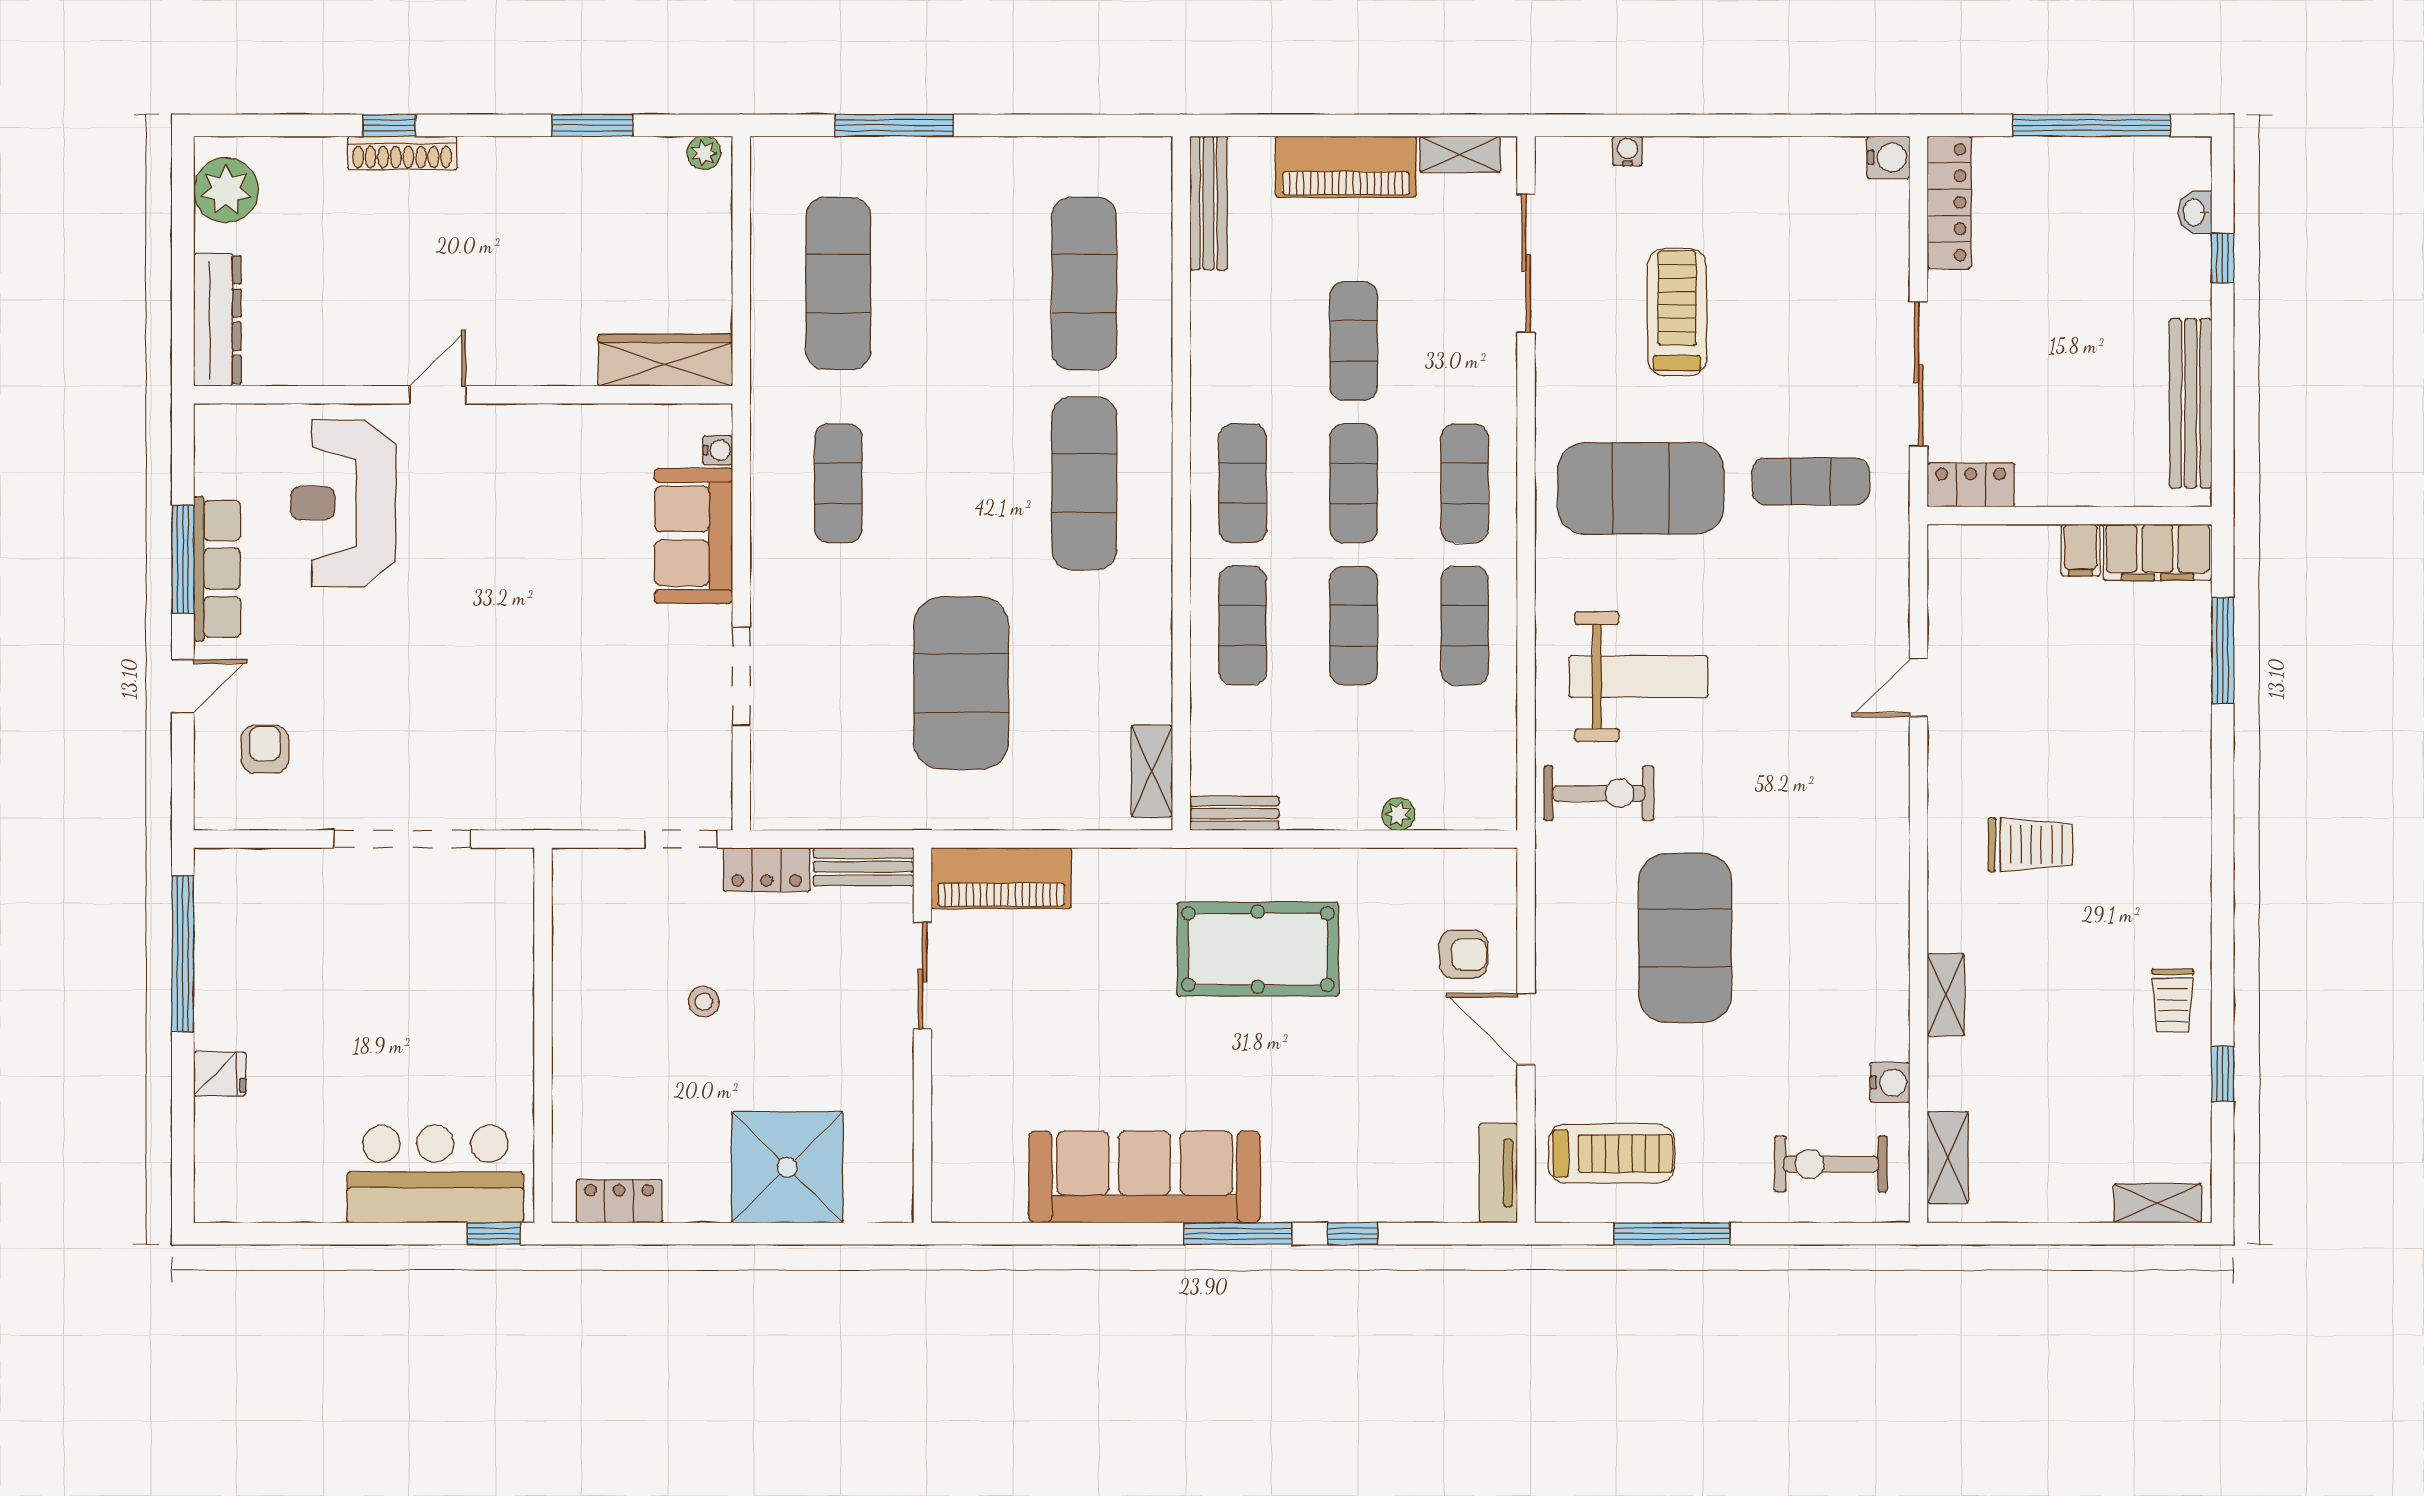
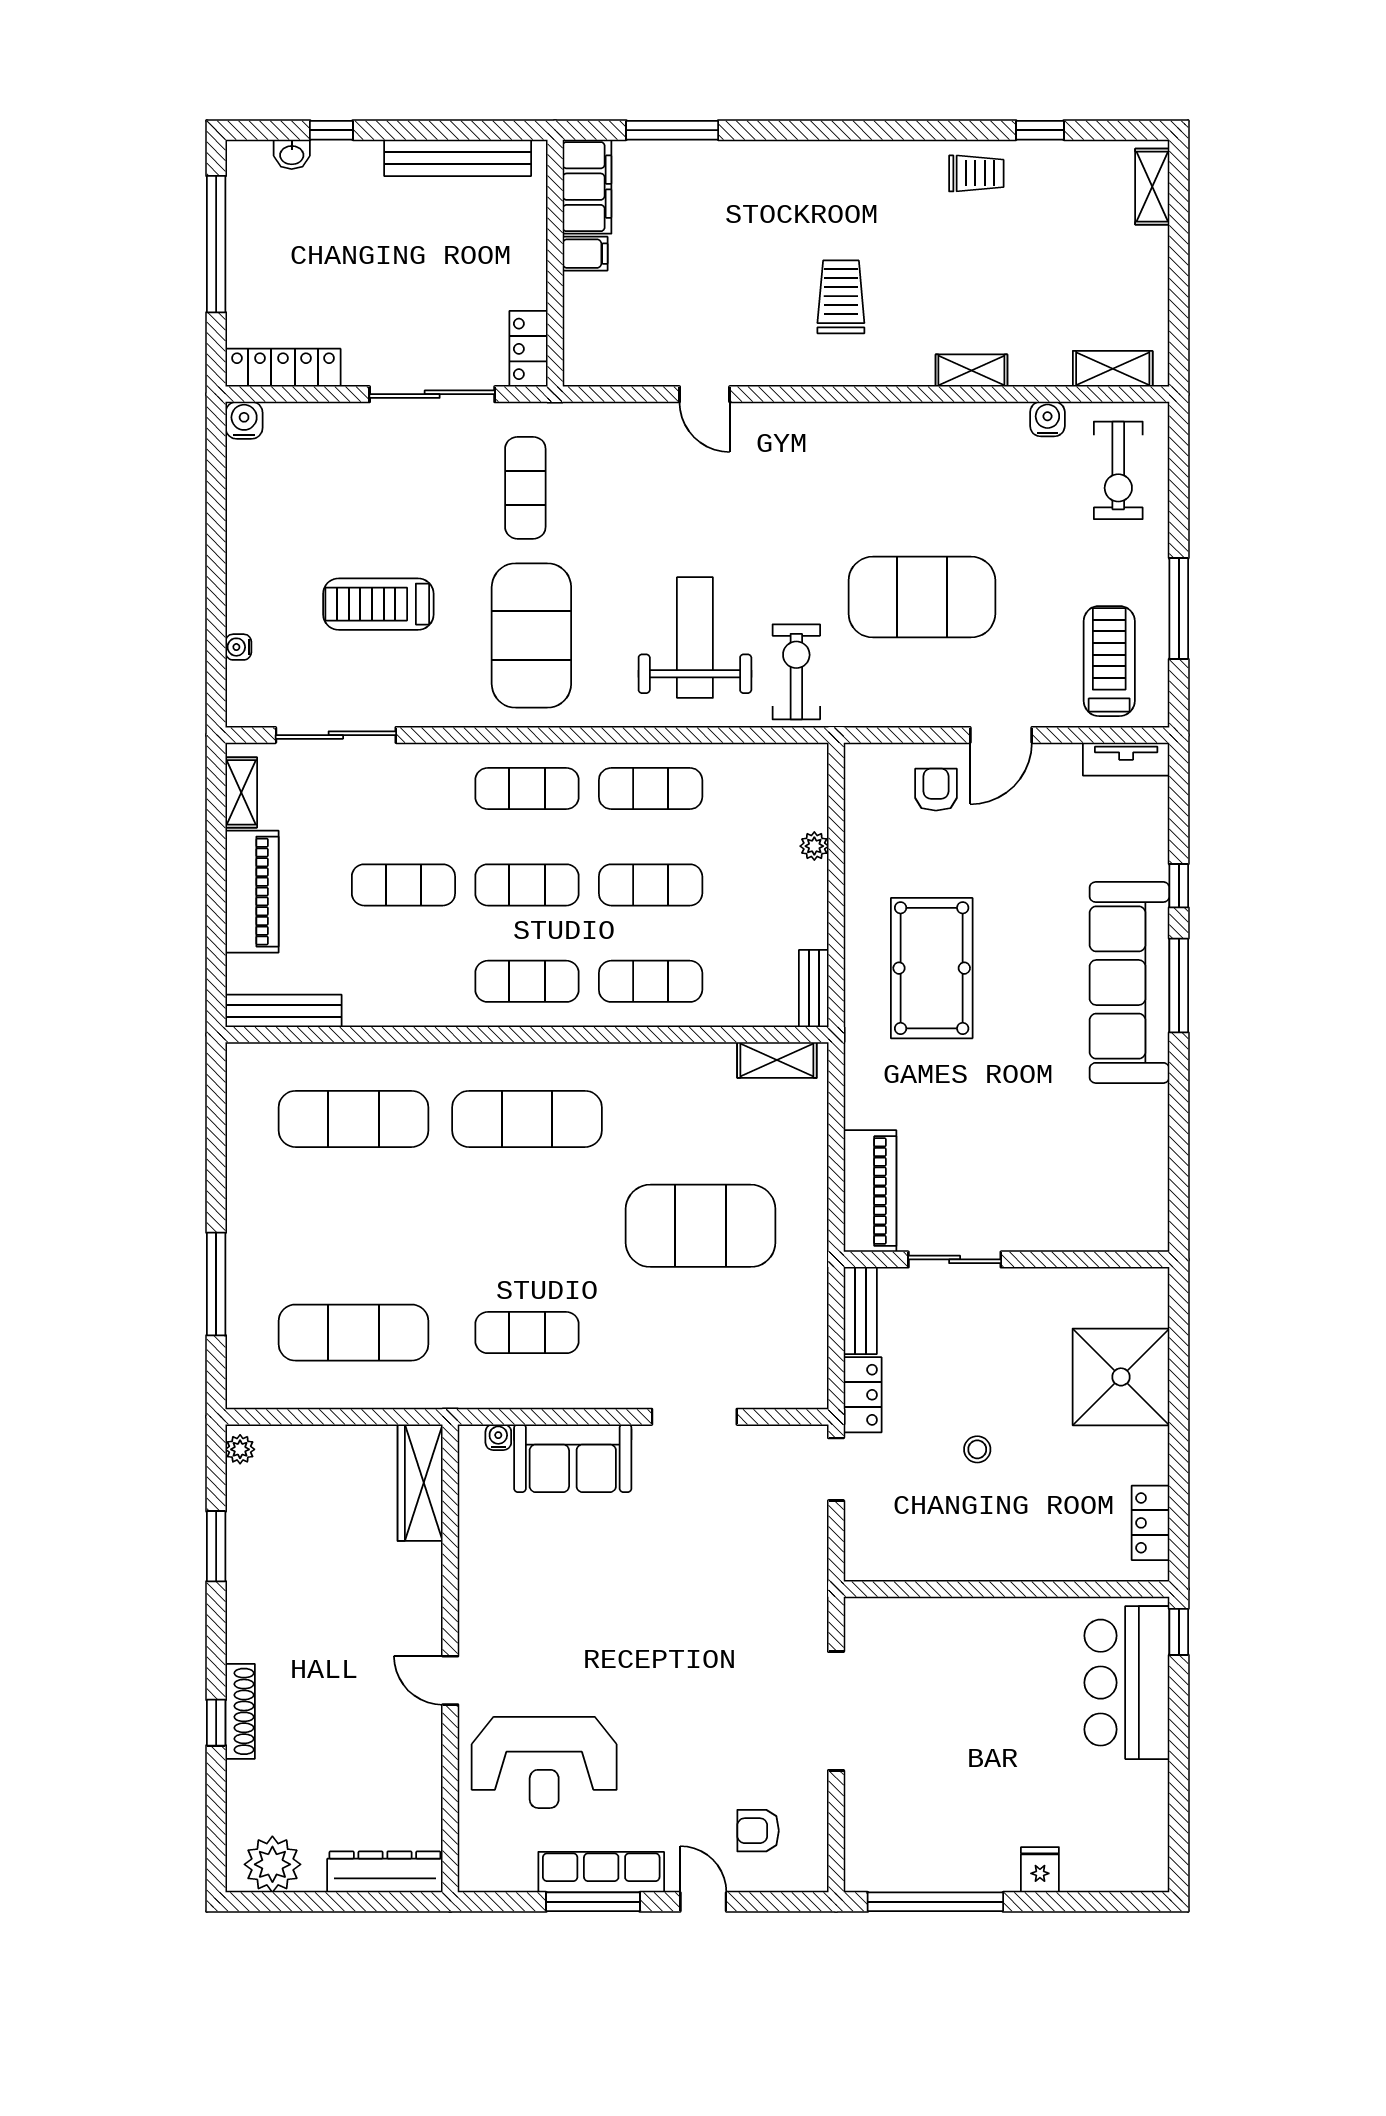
sofa: (1145, 1177) -> (1129, 982), moved

